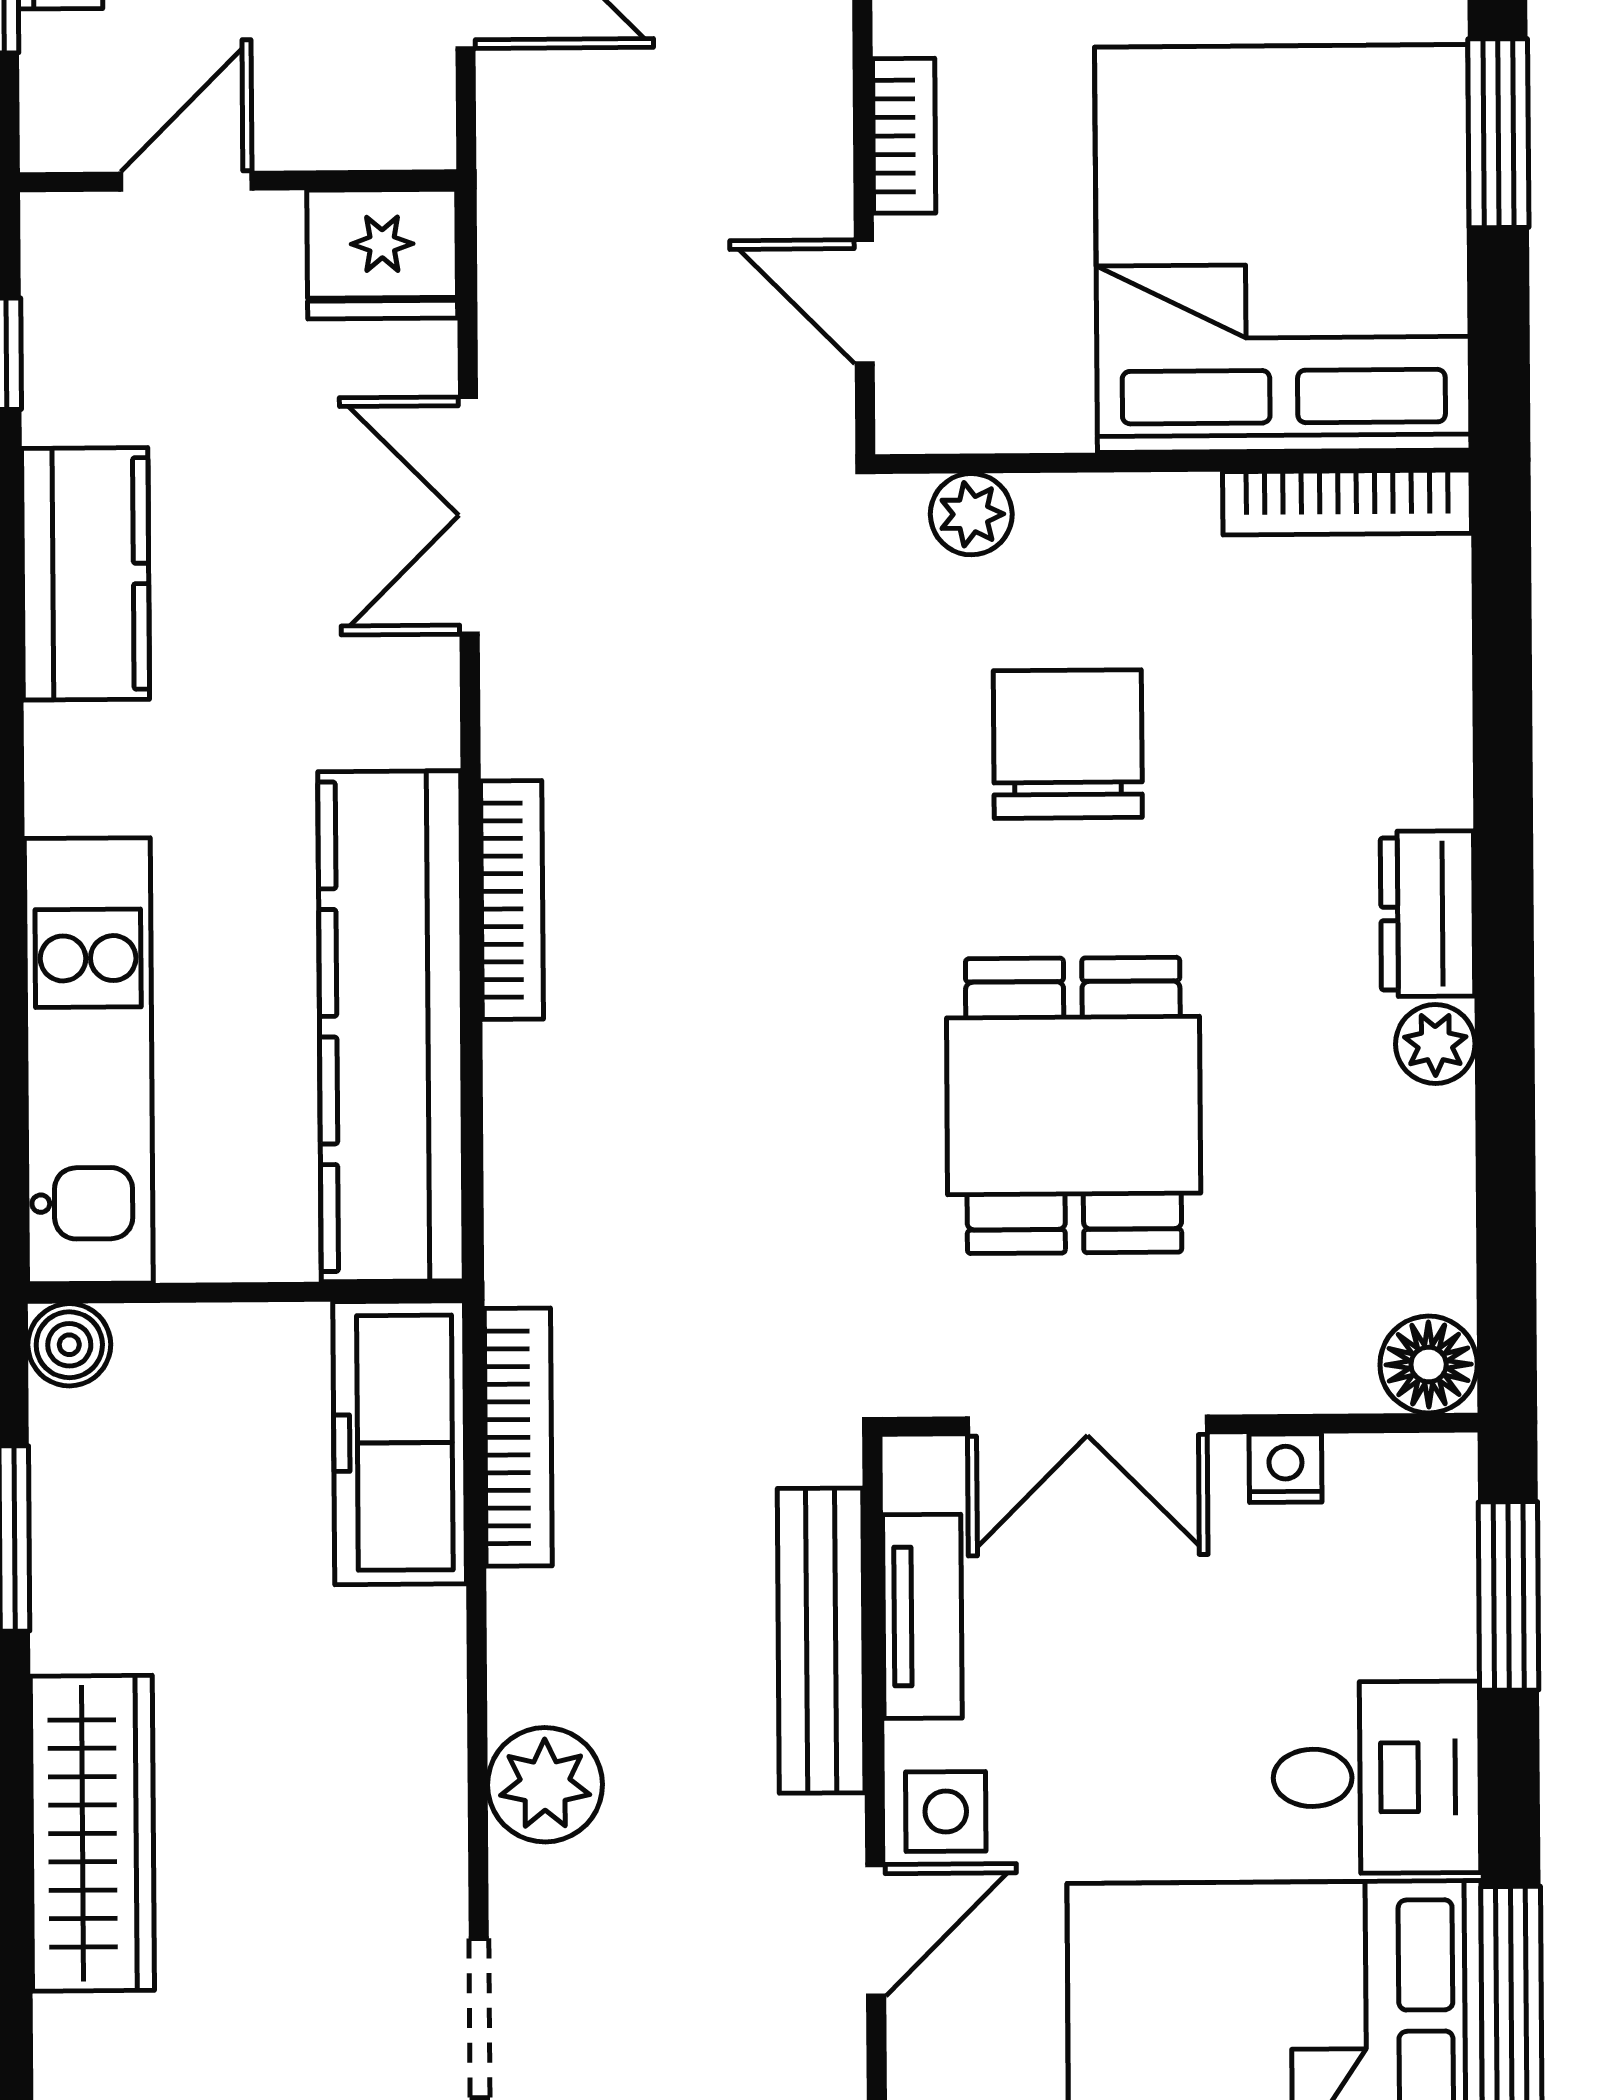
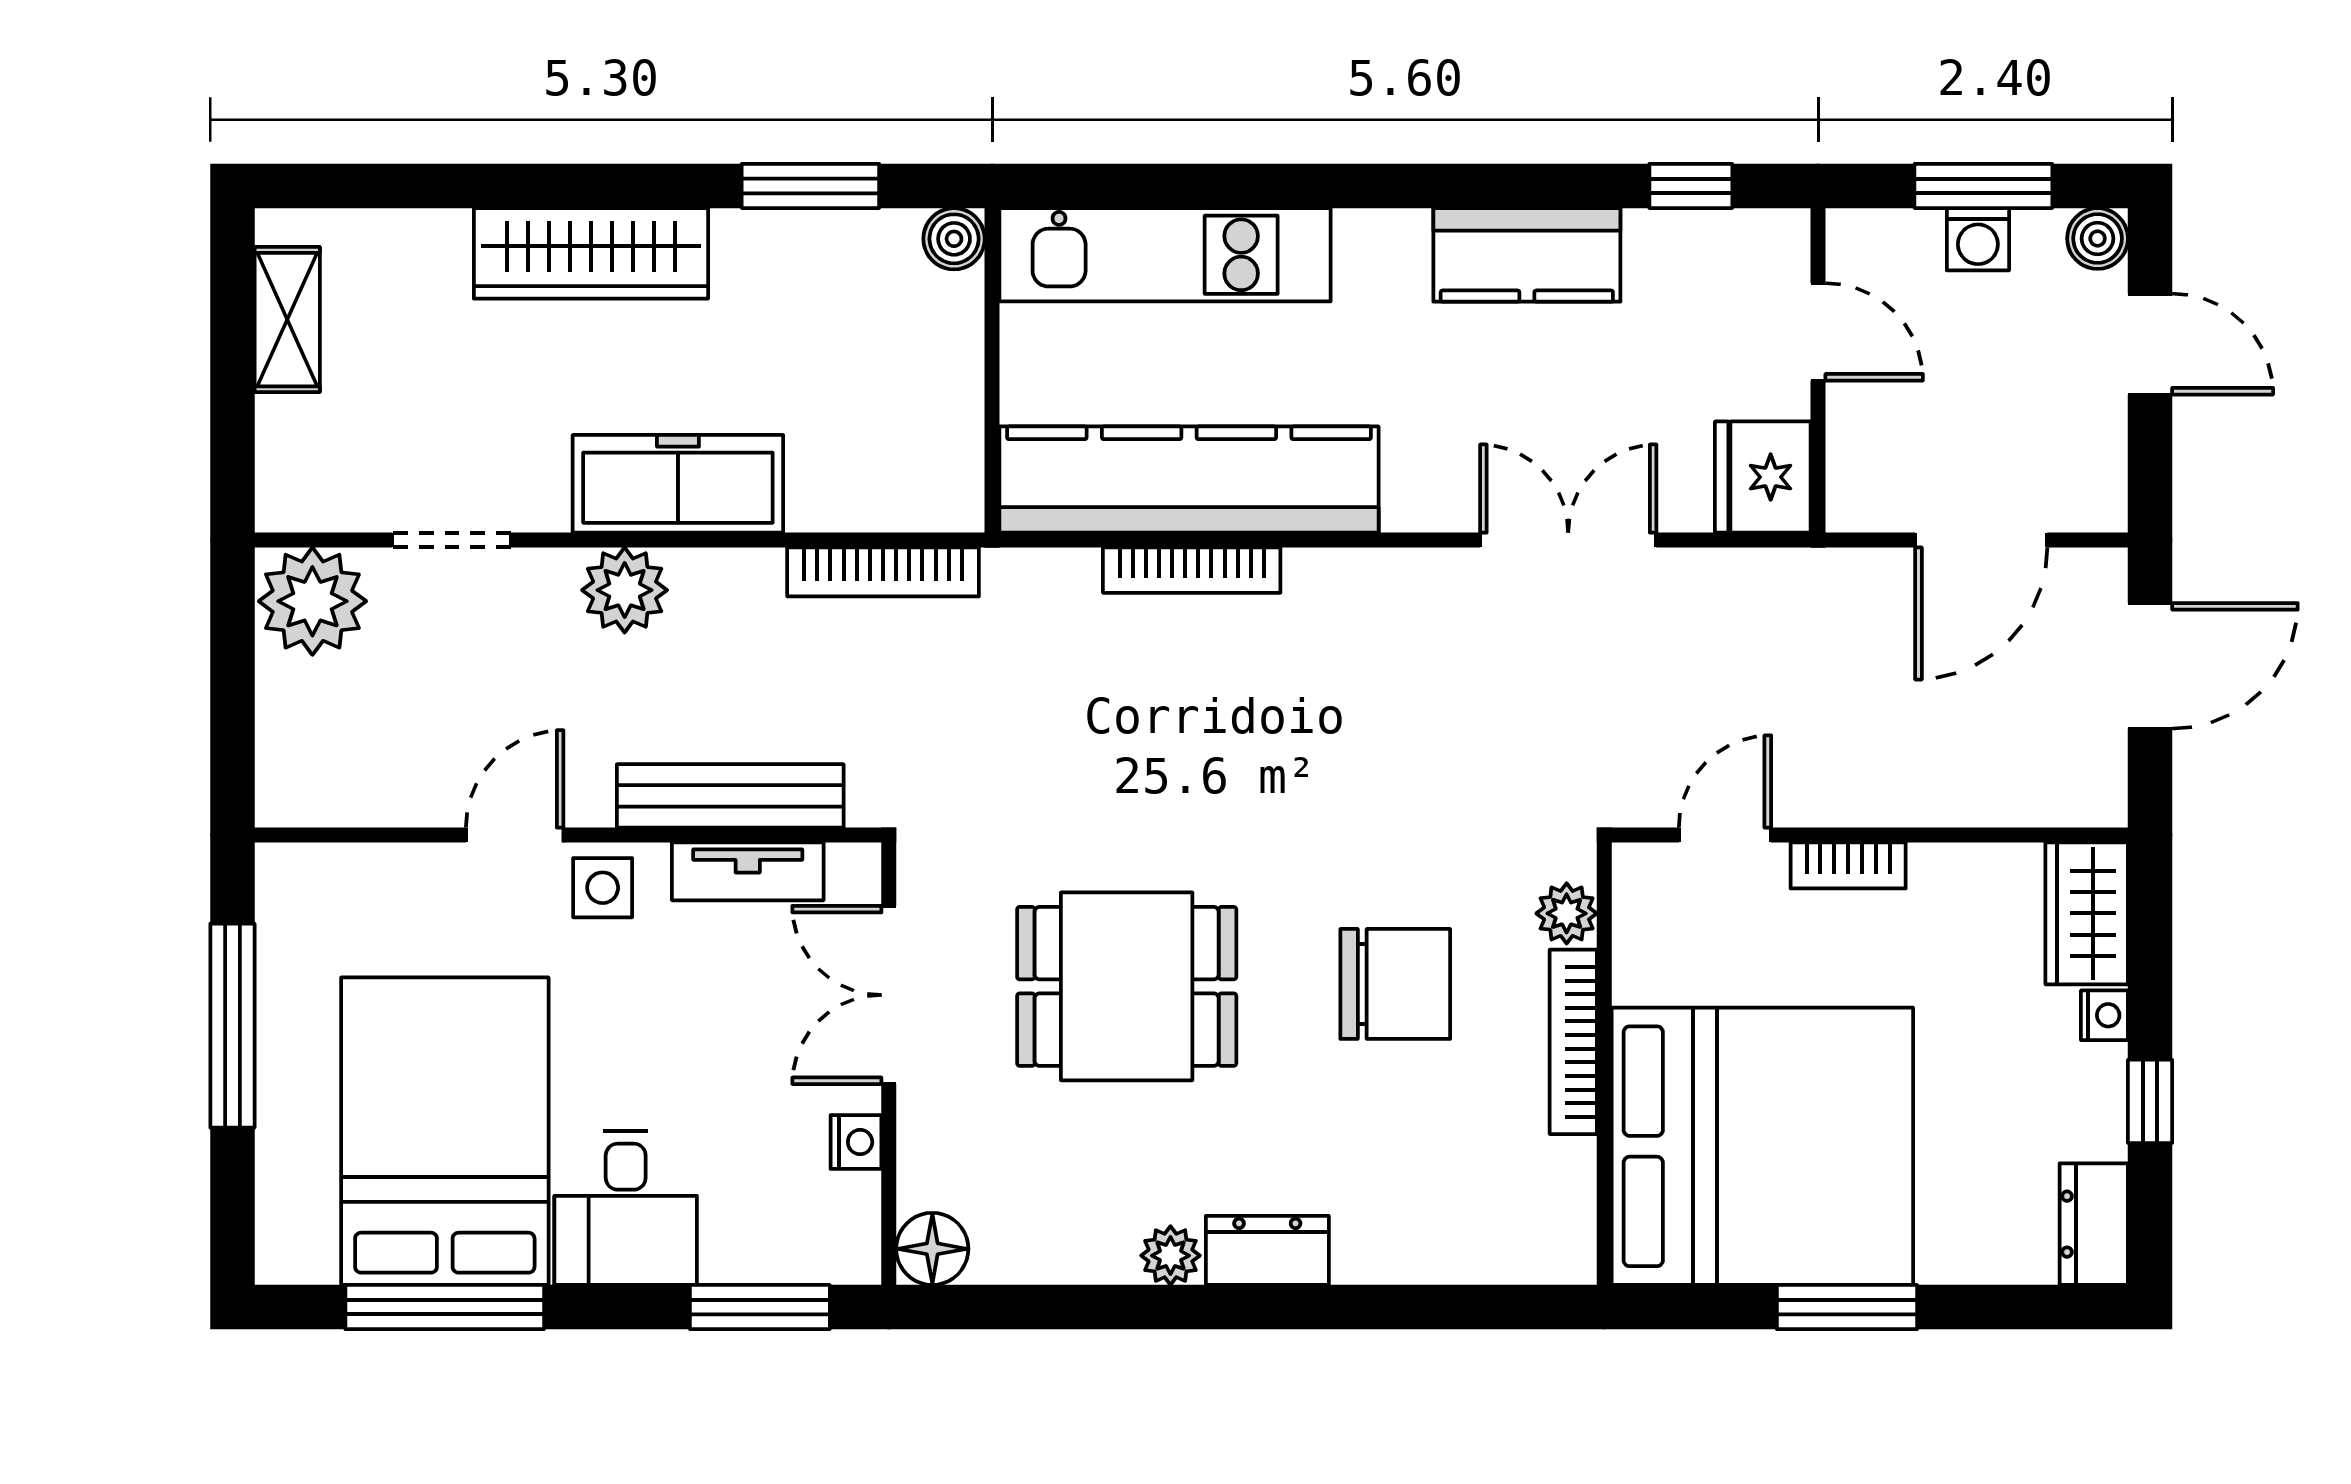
bookcase: (1347, 503) -> (1573, 1042), moved
bookcase: (512, 900) -> (1192, 570), moved
freezer: (400, 1443) -> (678, 484), moved
door: (876, 1930) -> (515, 835), swing flipped

